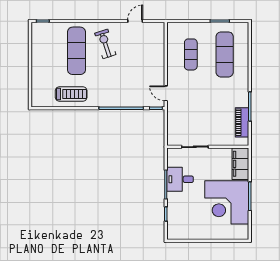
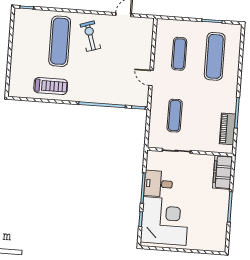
door: (166, 93) -> (151, 78), moved
exercise mat: (191, 113) -> (175, 116), added
corner desk: (227, 202) -> (165, 221), moved, turned 180

